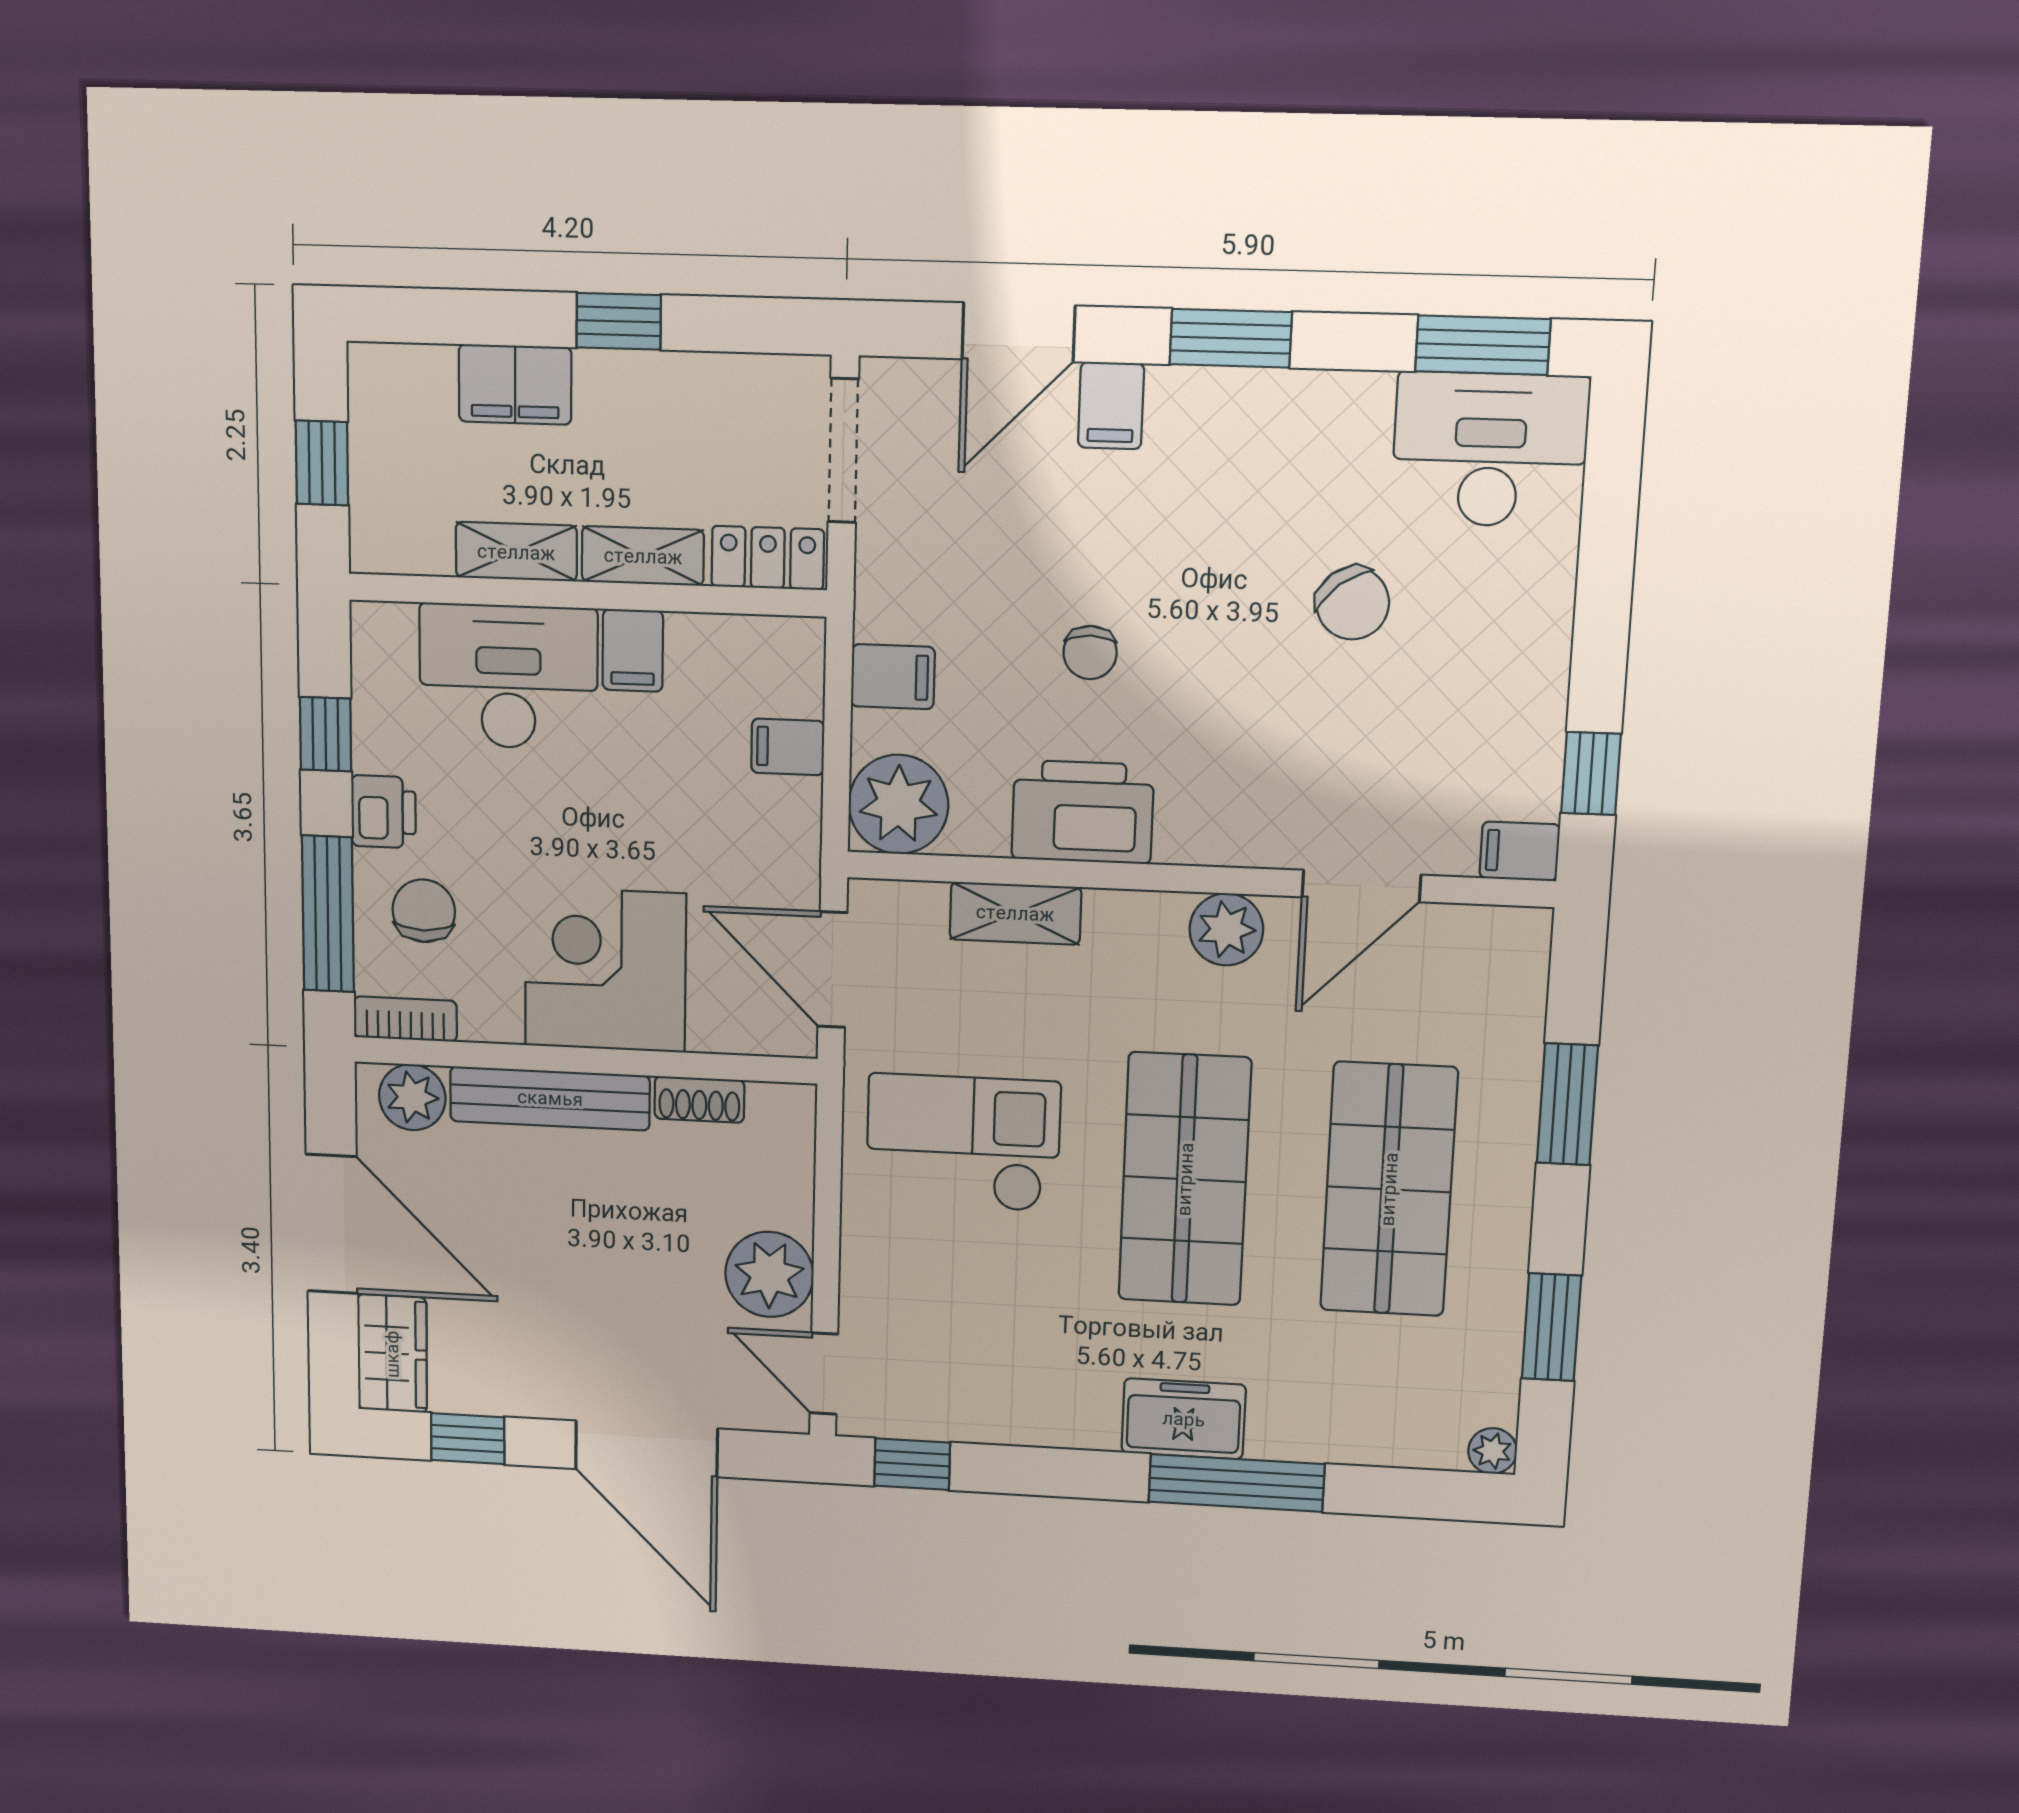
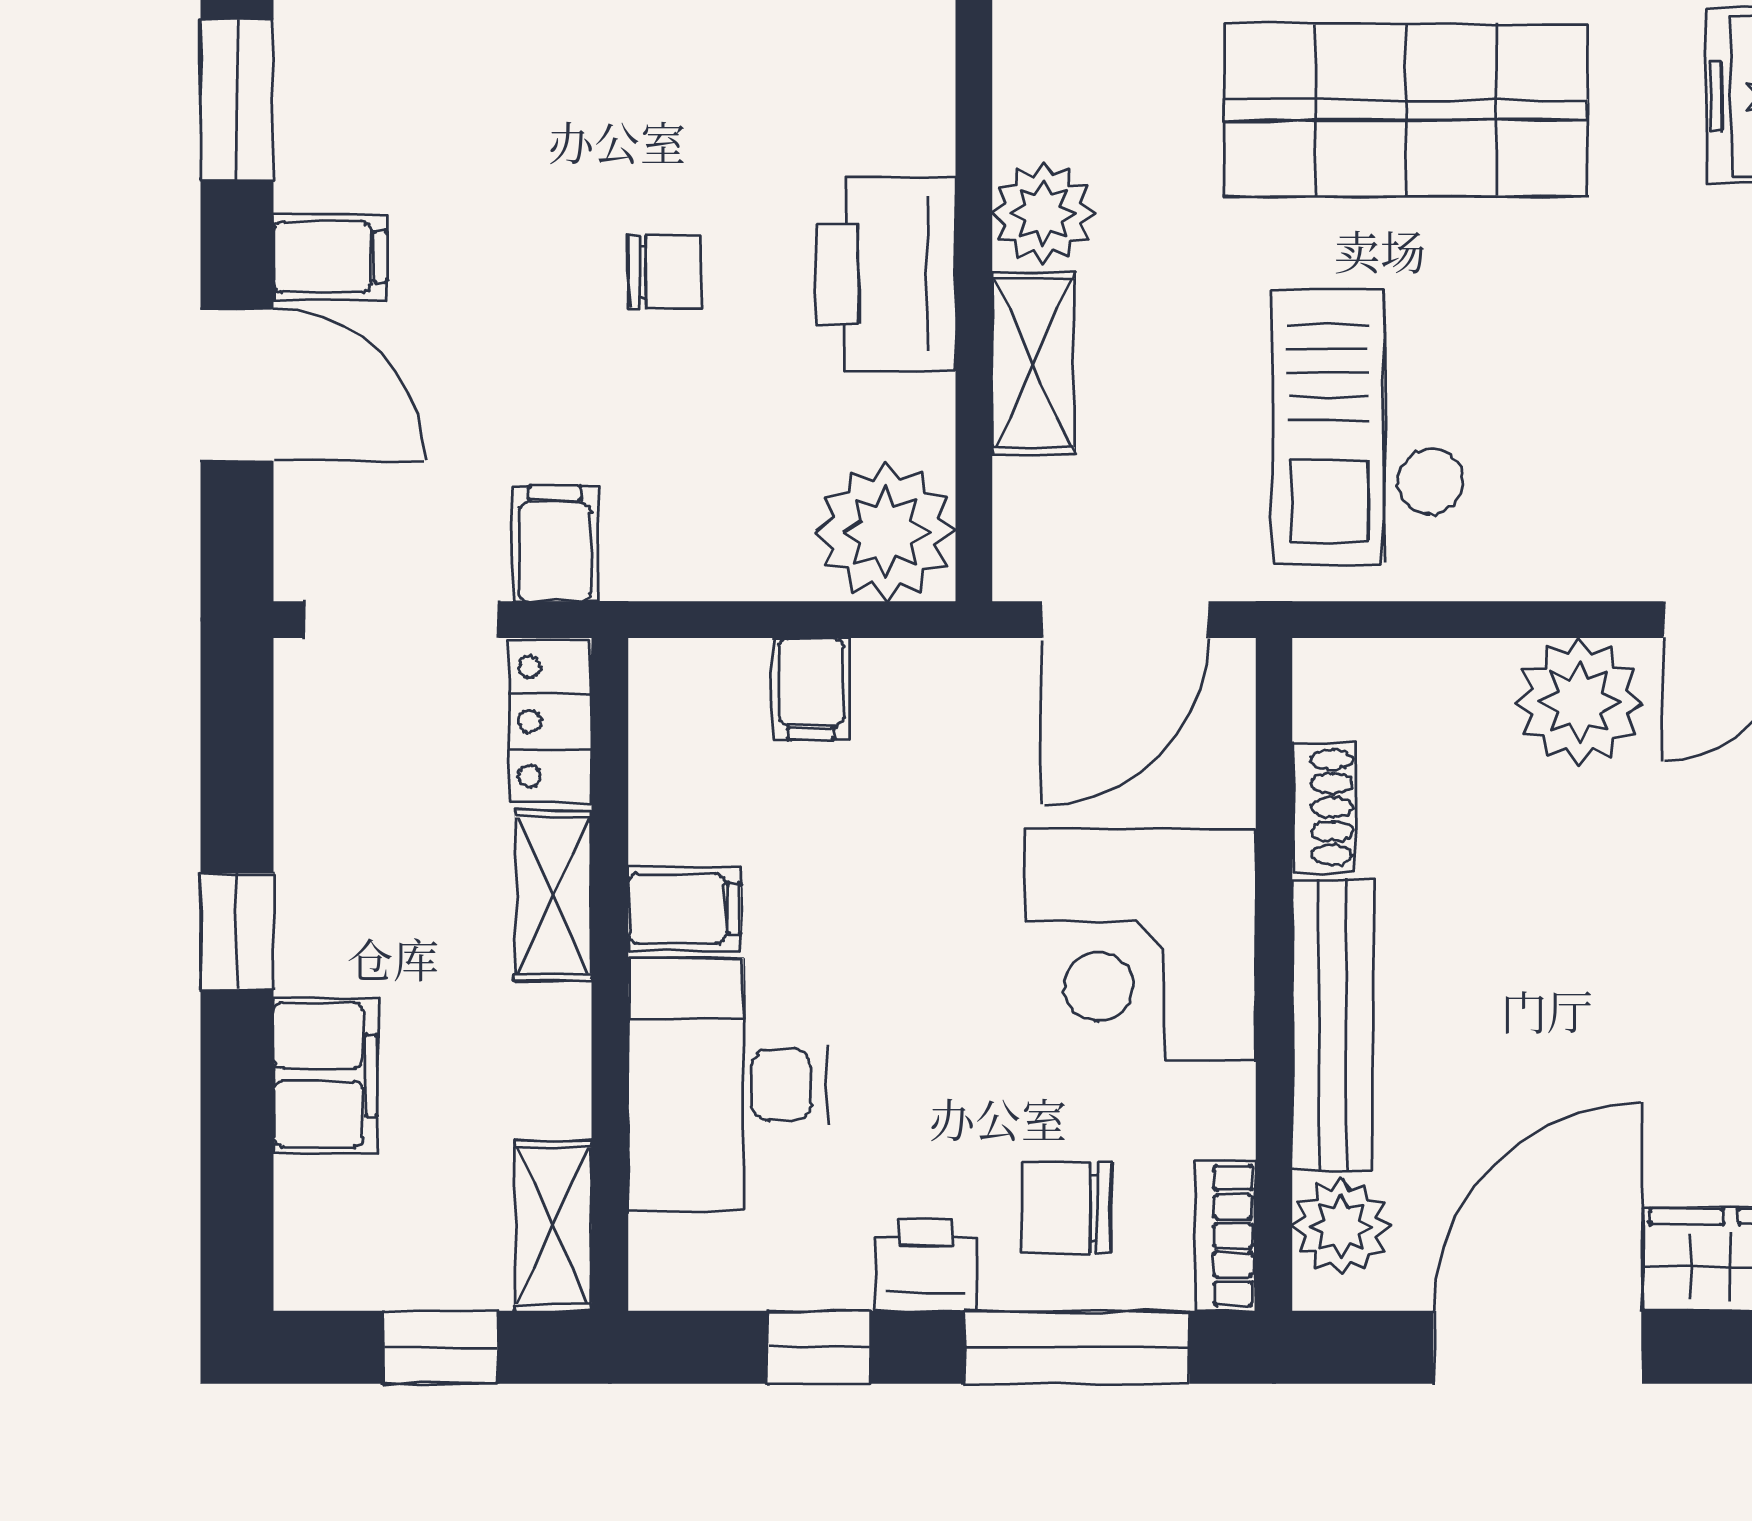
shelving: (516, 552) -> (553, 1226), moved
filing cabinet: (893, 677) -> (555, 544), moved
plant: (1226, 929) -> (1043, 213), moved

